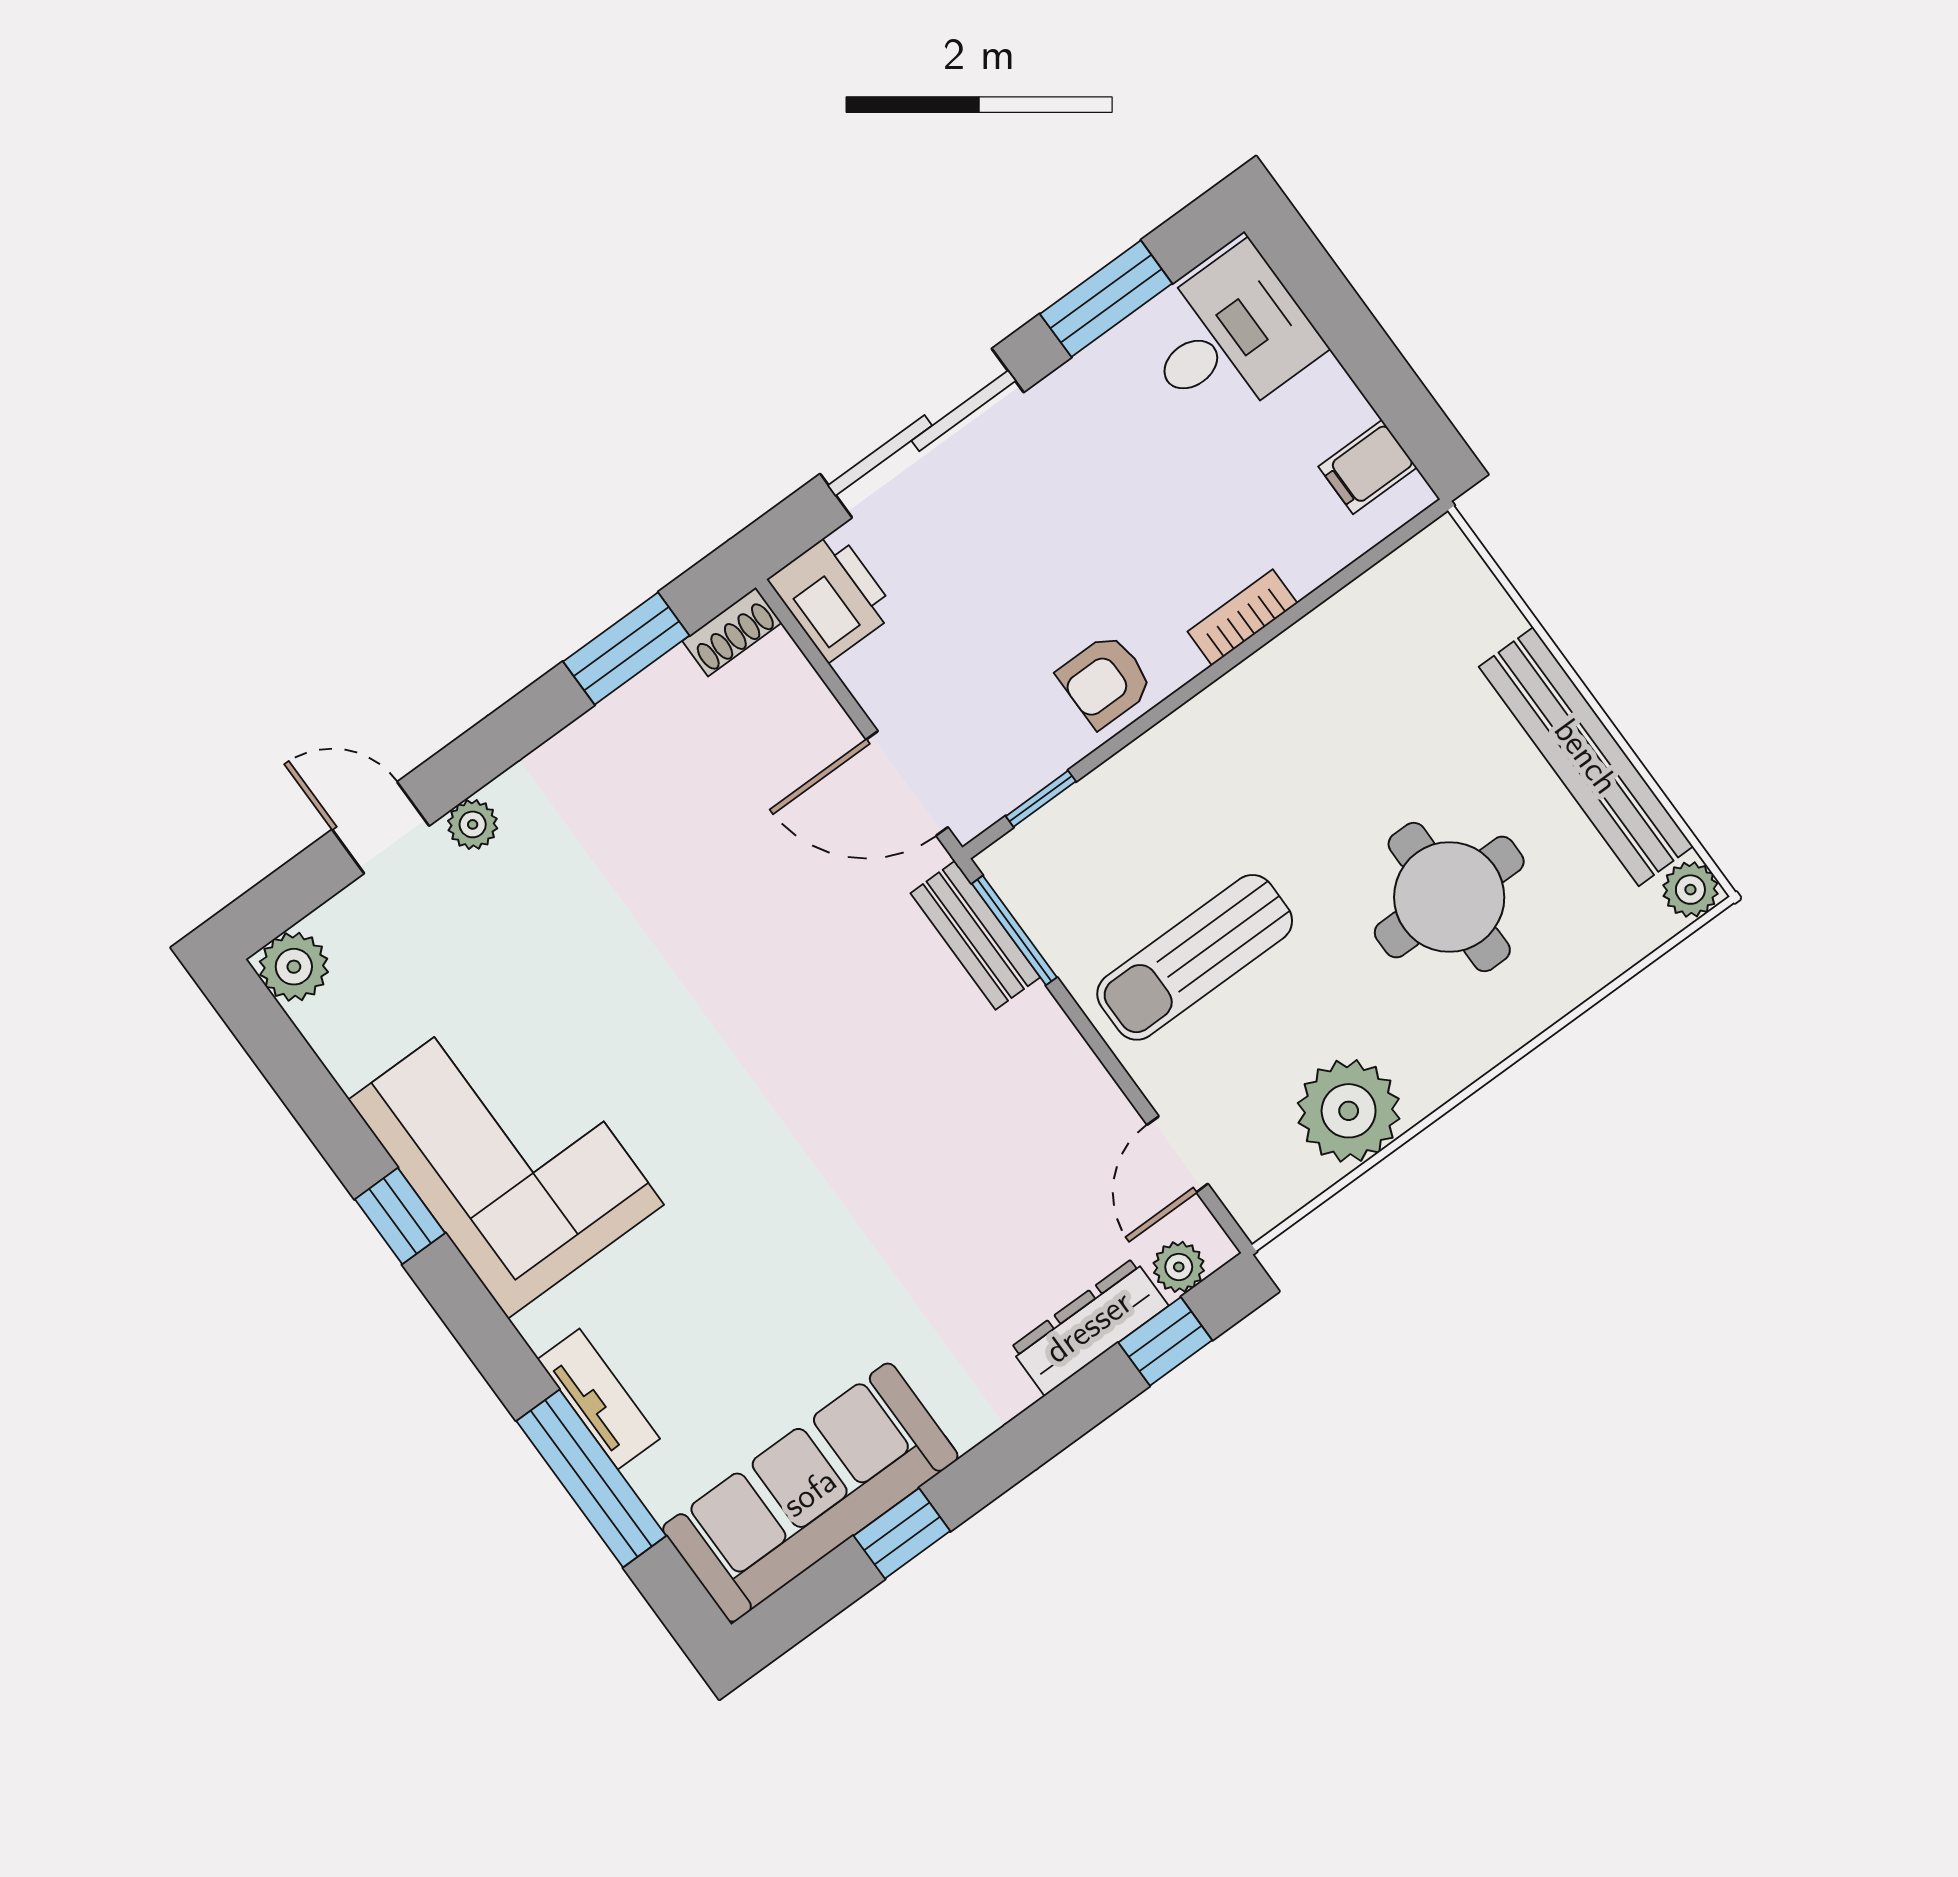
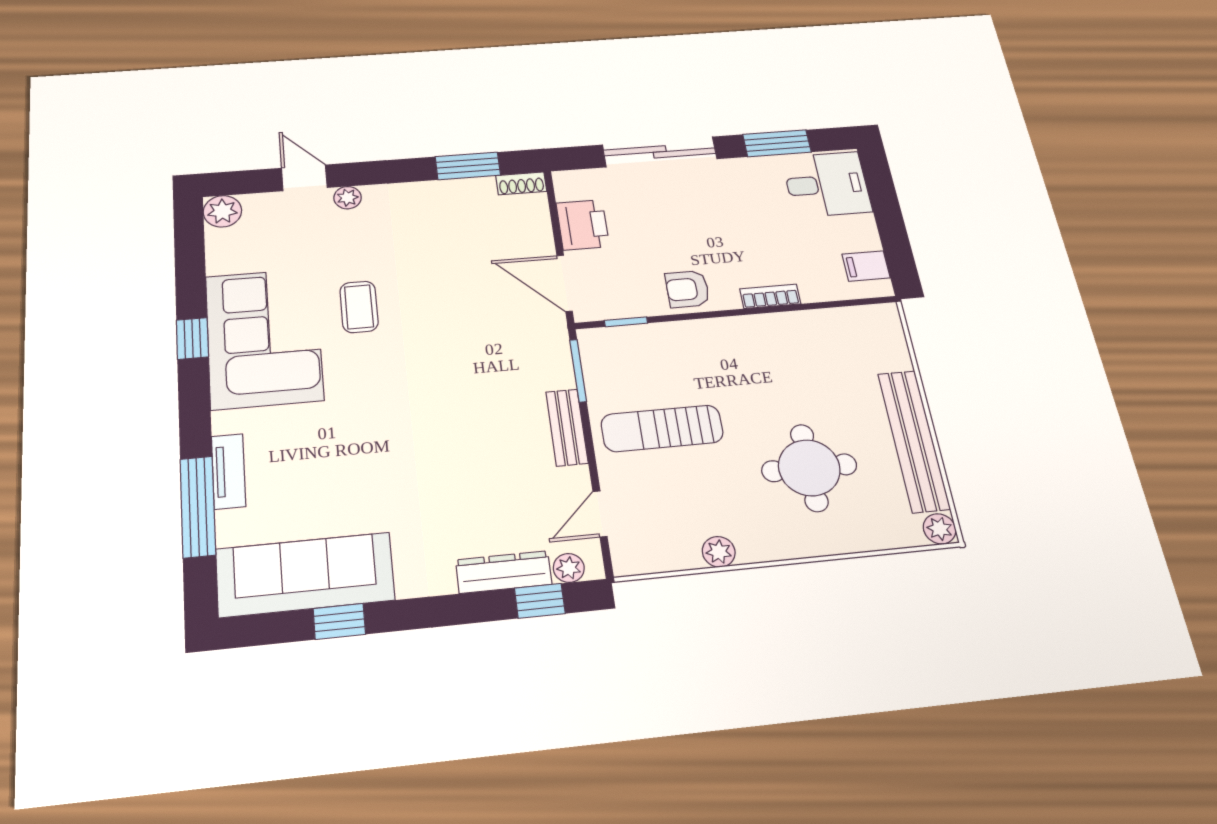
printer: (832, 596) -> (583, 225), moved
bench: (975, 935) -> (567, 427), moved
coffee table: (615, 1014) -> (359, 307), added
plant: (1349, 1111) -> (719, 552), width x0.53, depth x0.53

